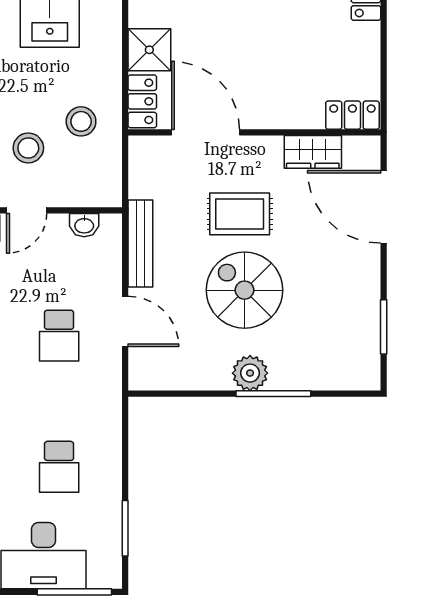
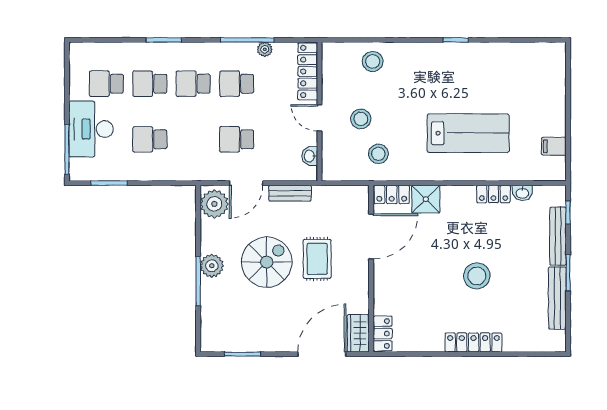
wardrobe: (313, 152) -> (358, 333), moved
bench: (140, 243) -> (290, 193), width x0.73
plant: (157, 369) -> (214, 204), added

